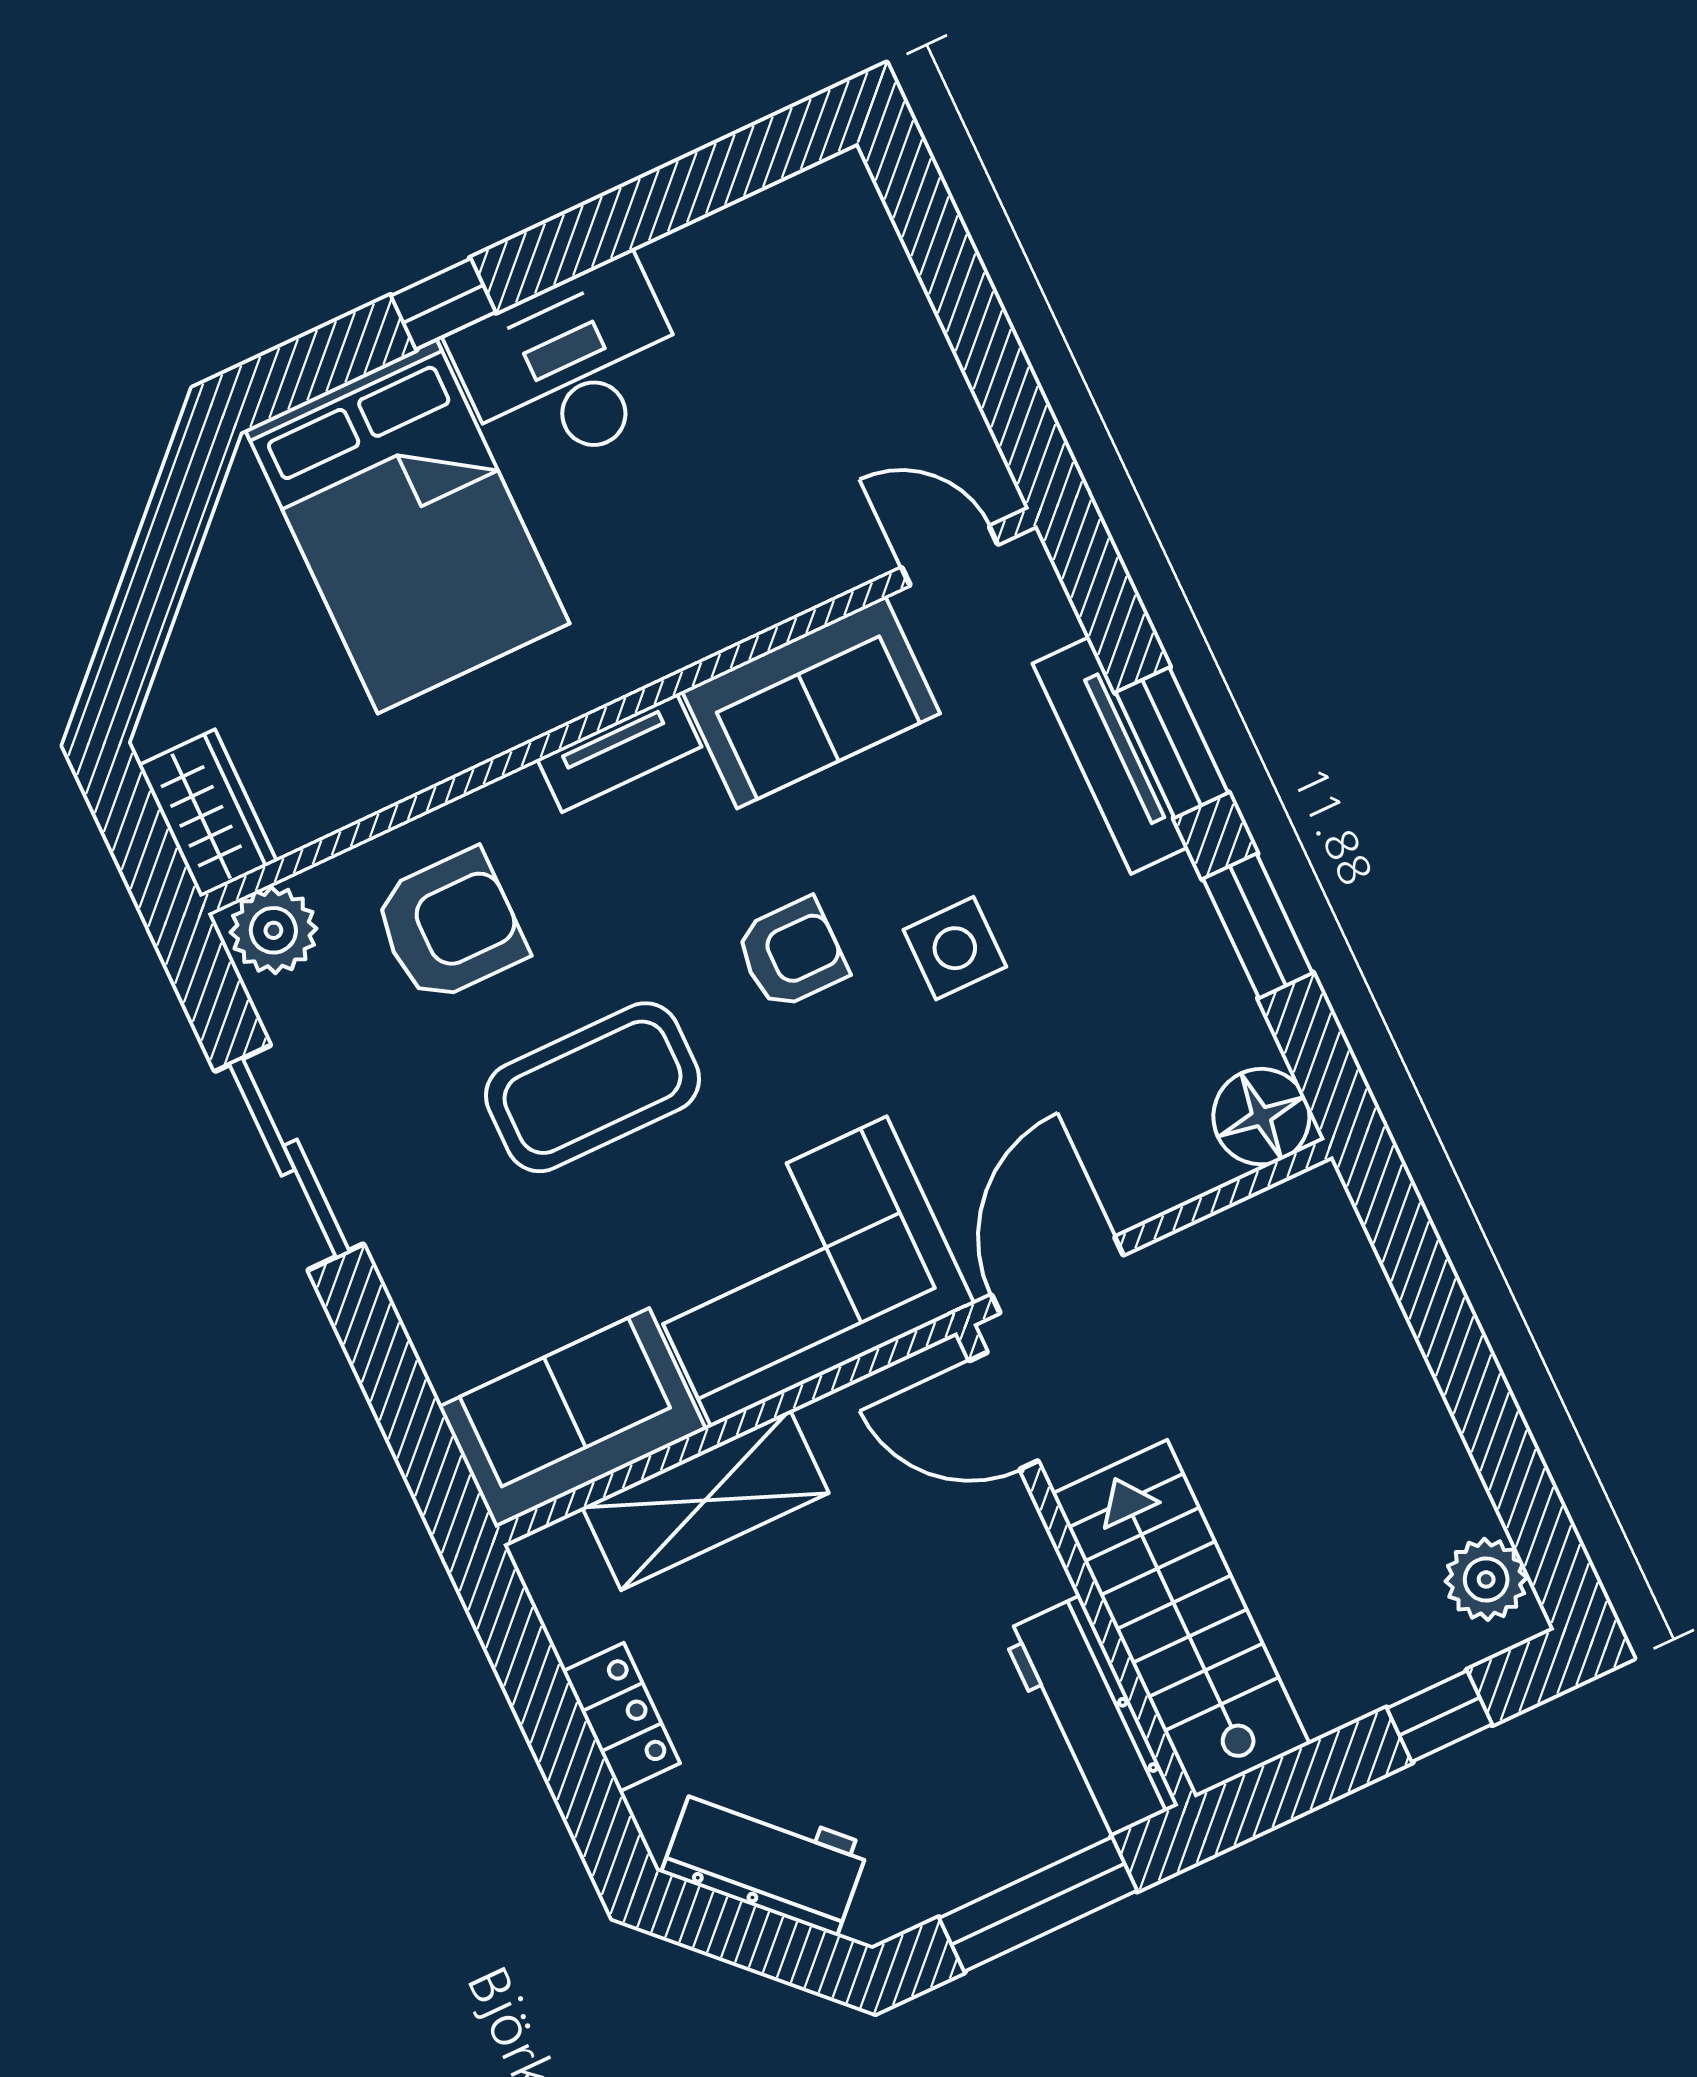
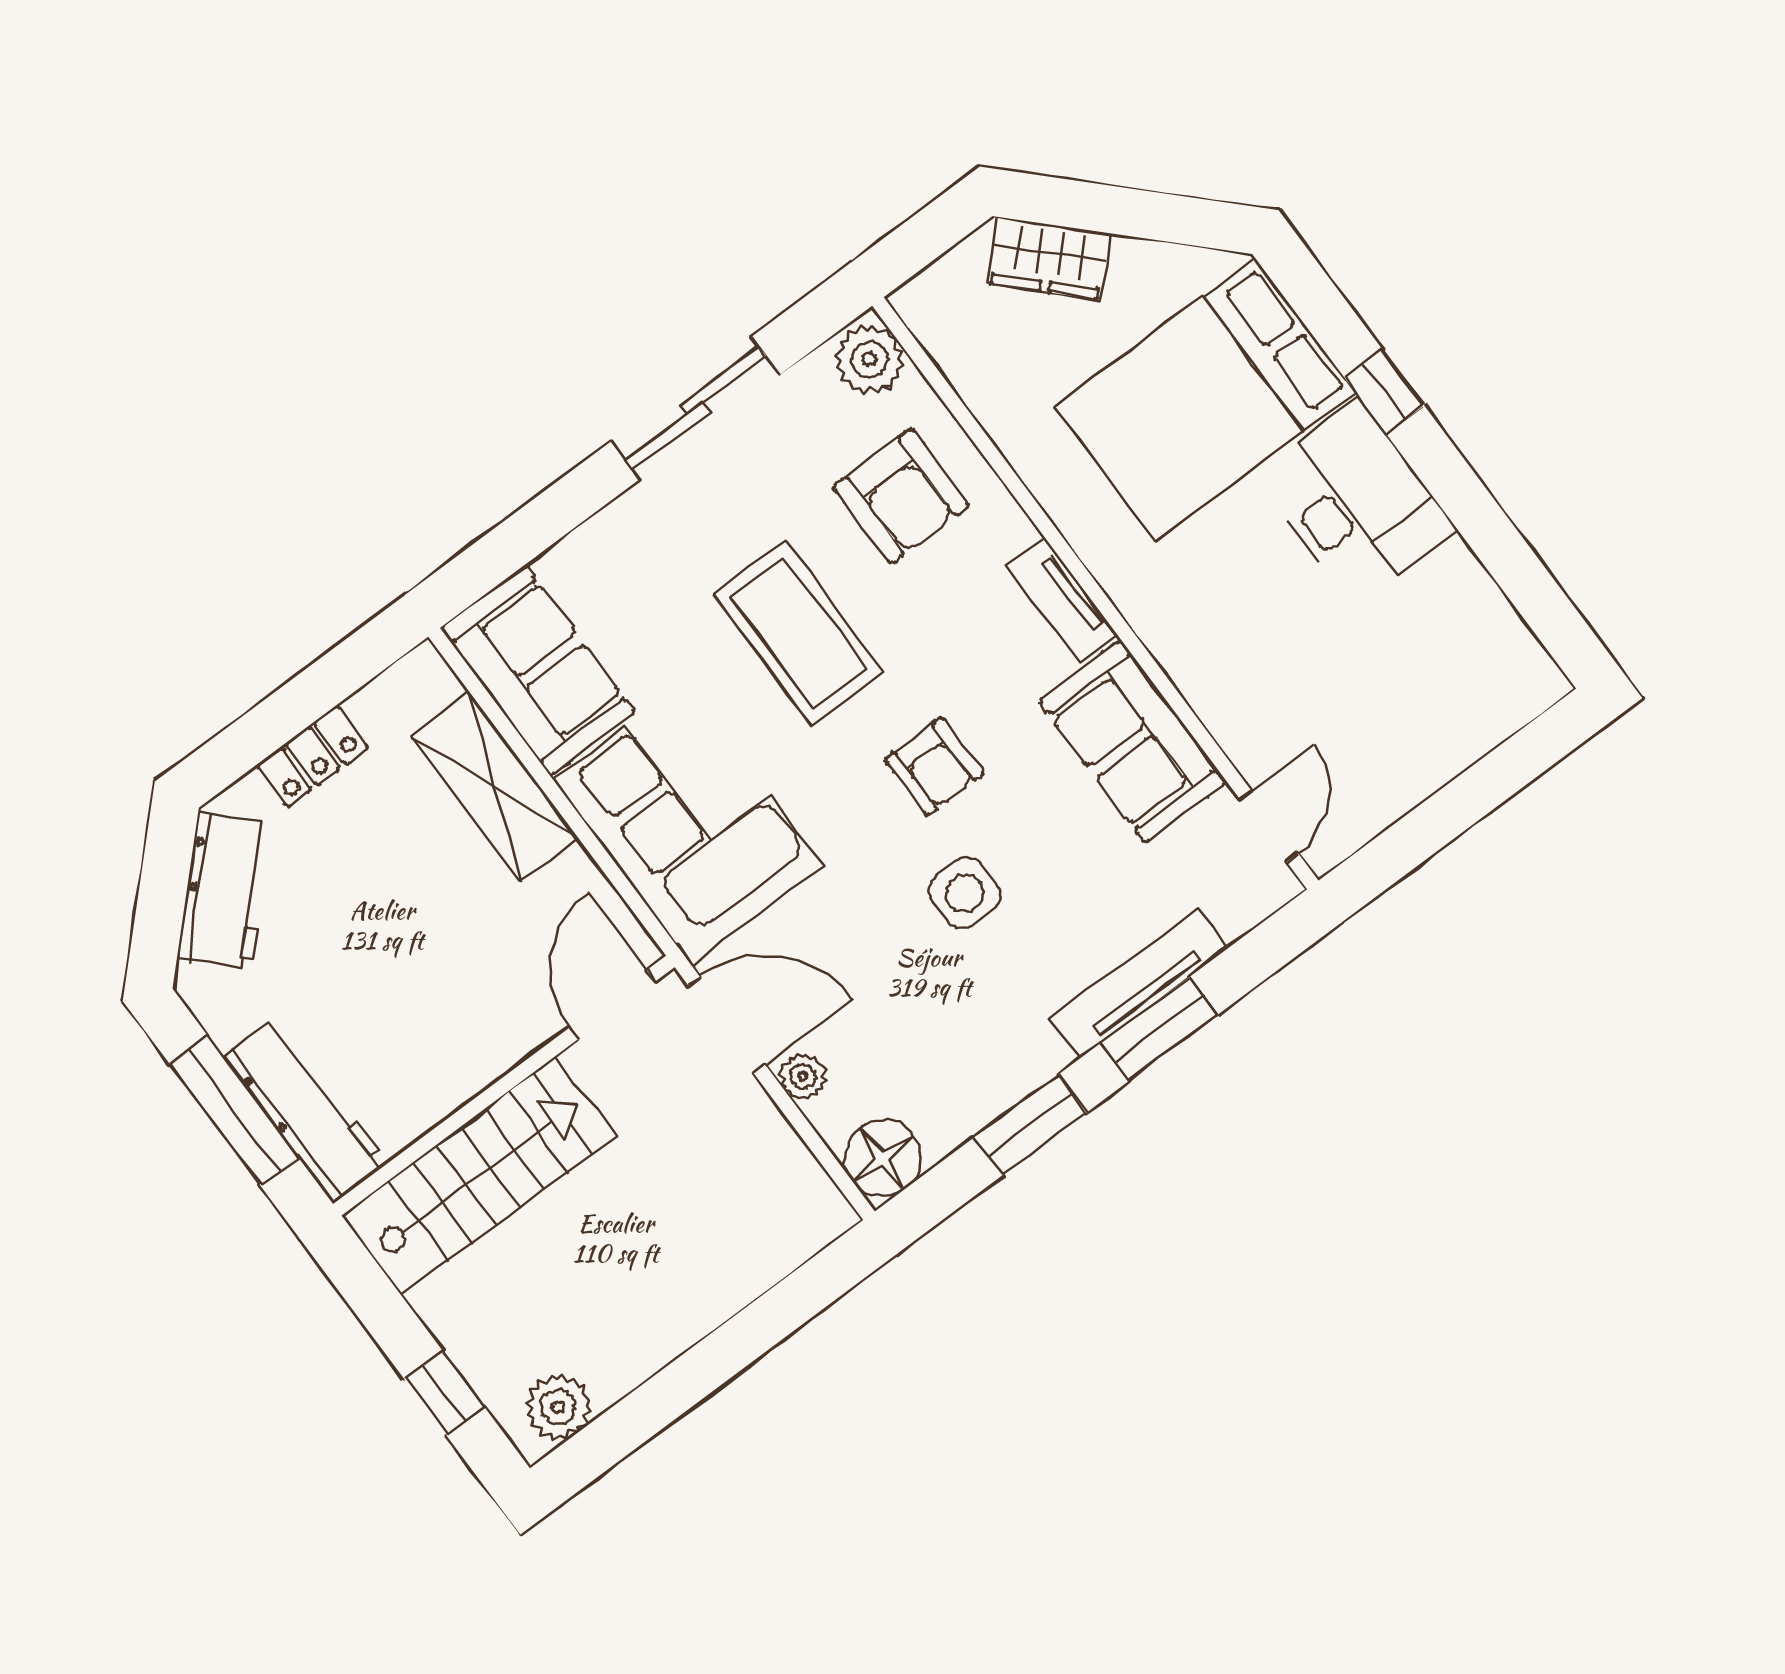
wardrobe: (207, 813) -> (1049, 258), moved, turned 45
plant: (1140, 1194) -> (803, 1077), added
workbench: (1090, 1719) -> (306, 1109), moved, turned 90

